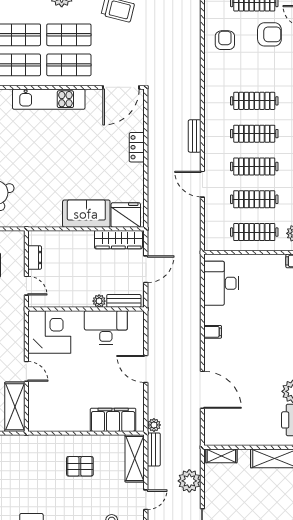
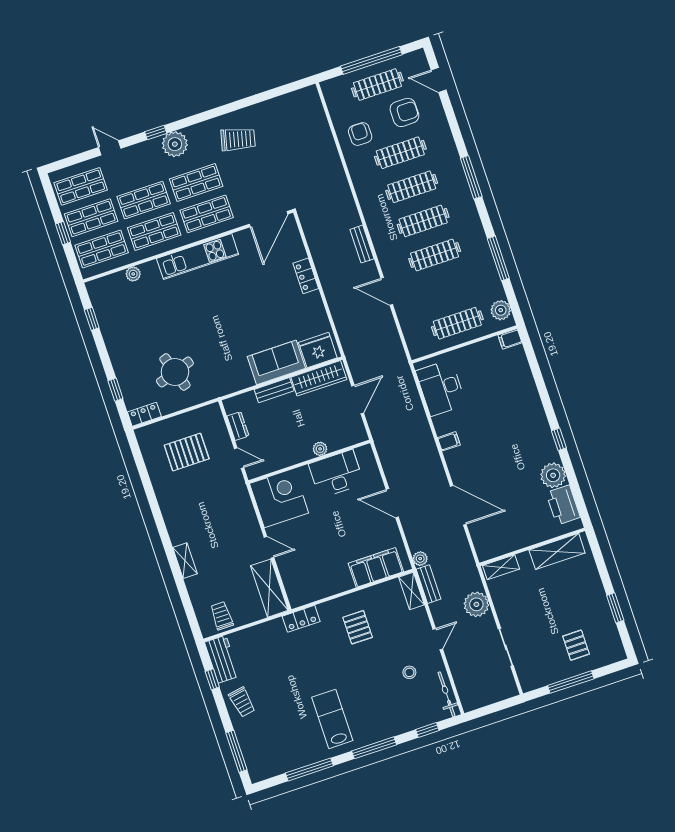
clothes rail: (254, 199) -> (400, 153), moved
bench: (124, 301) -> (274, 390), moved
locker: (33, 443) -> (301, 619), added
shelving: (135, 458) -> (412, 591), width x0.67, depth x0.75
pallet: (80, 466) -> (358, 627), turned 90

